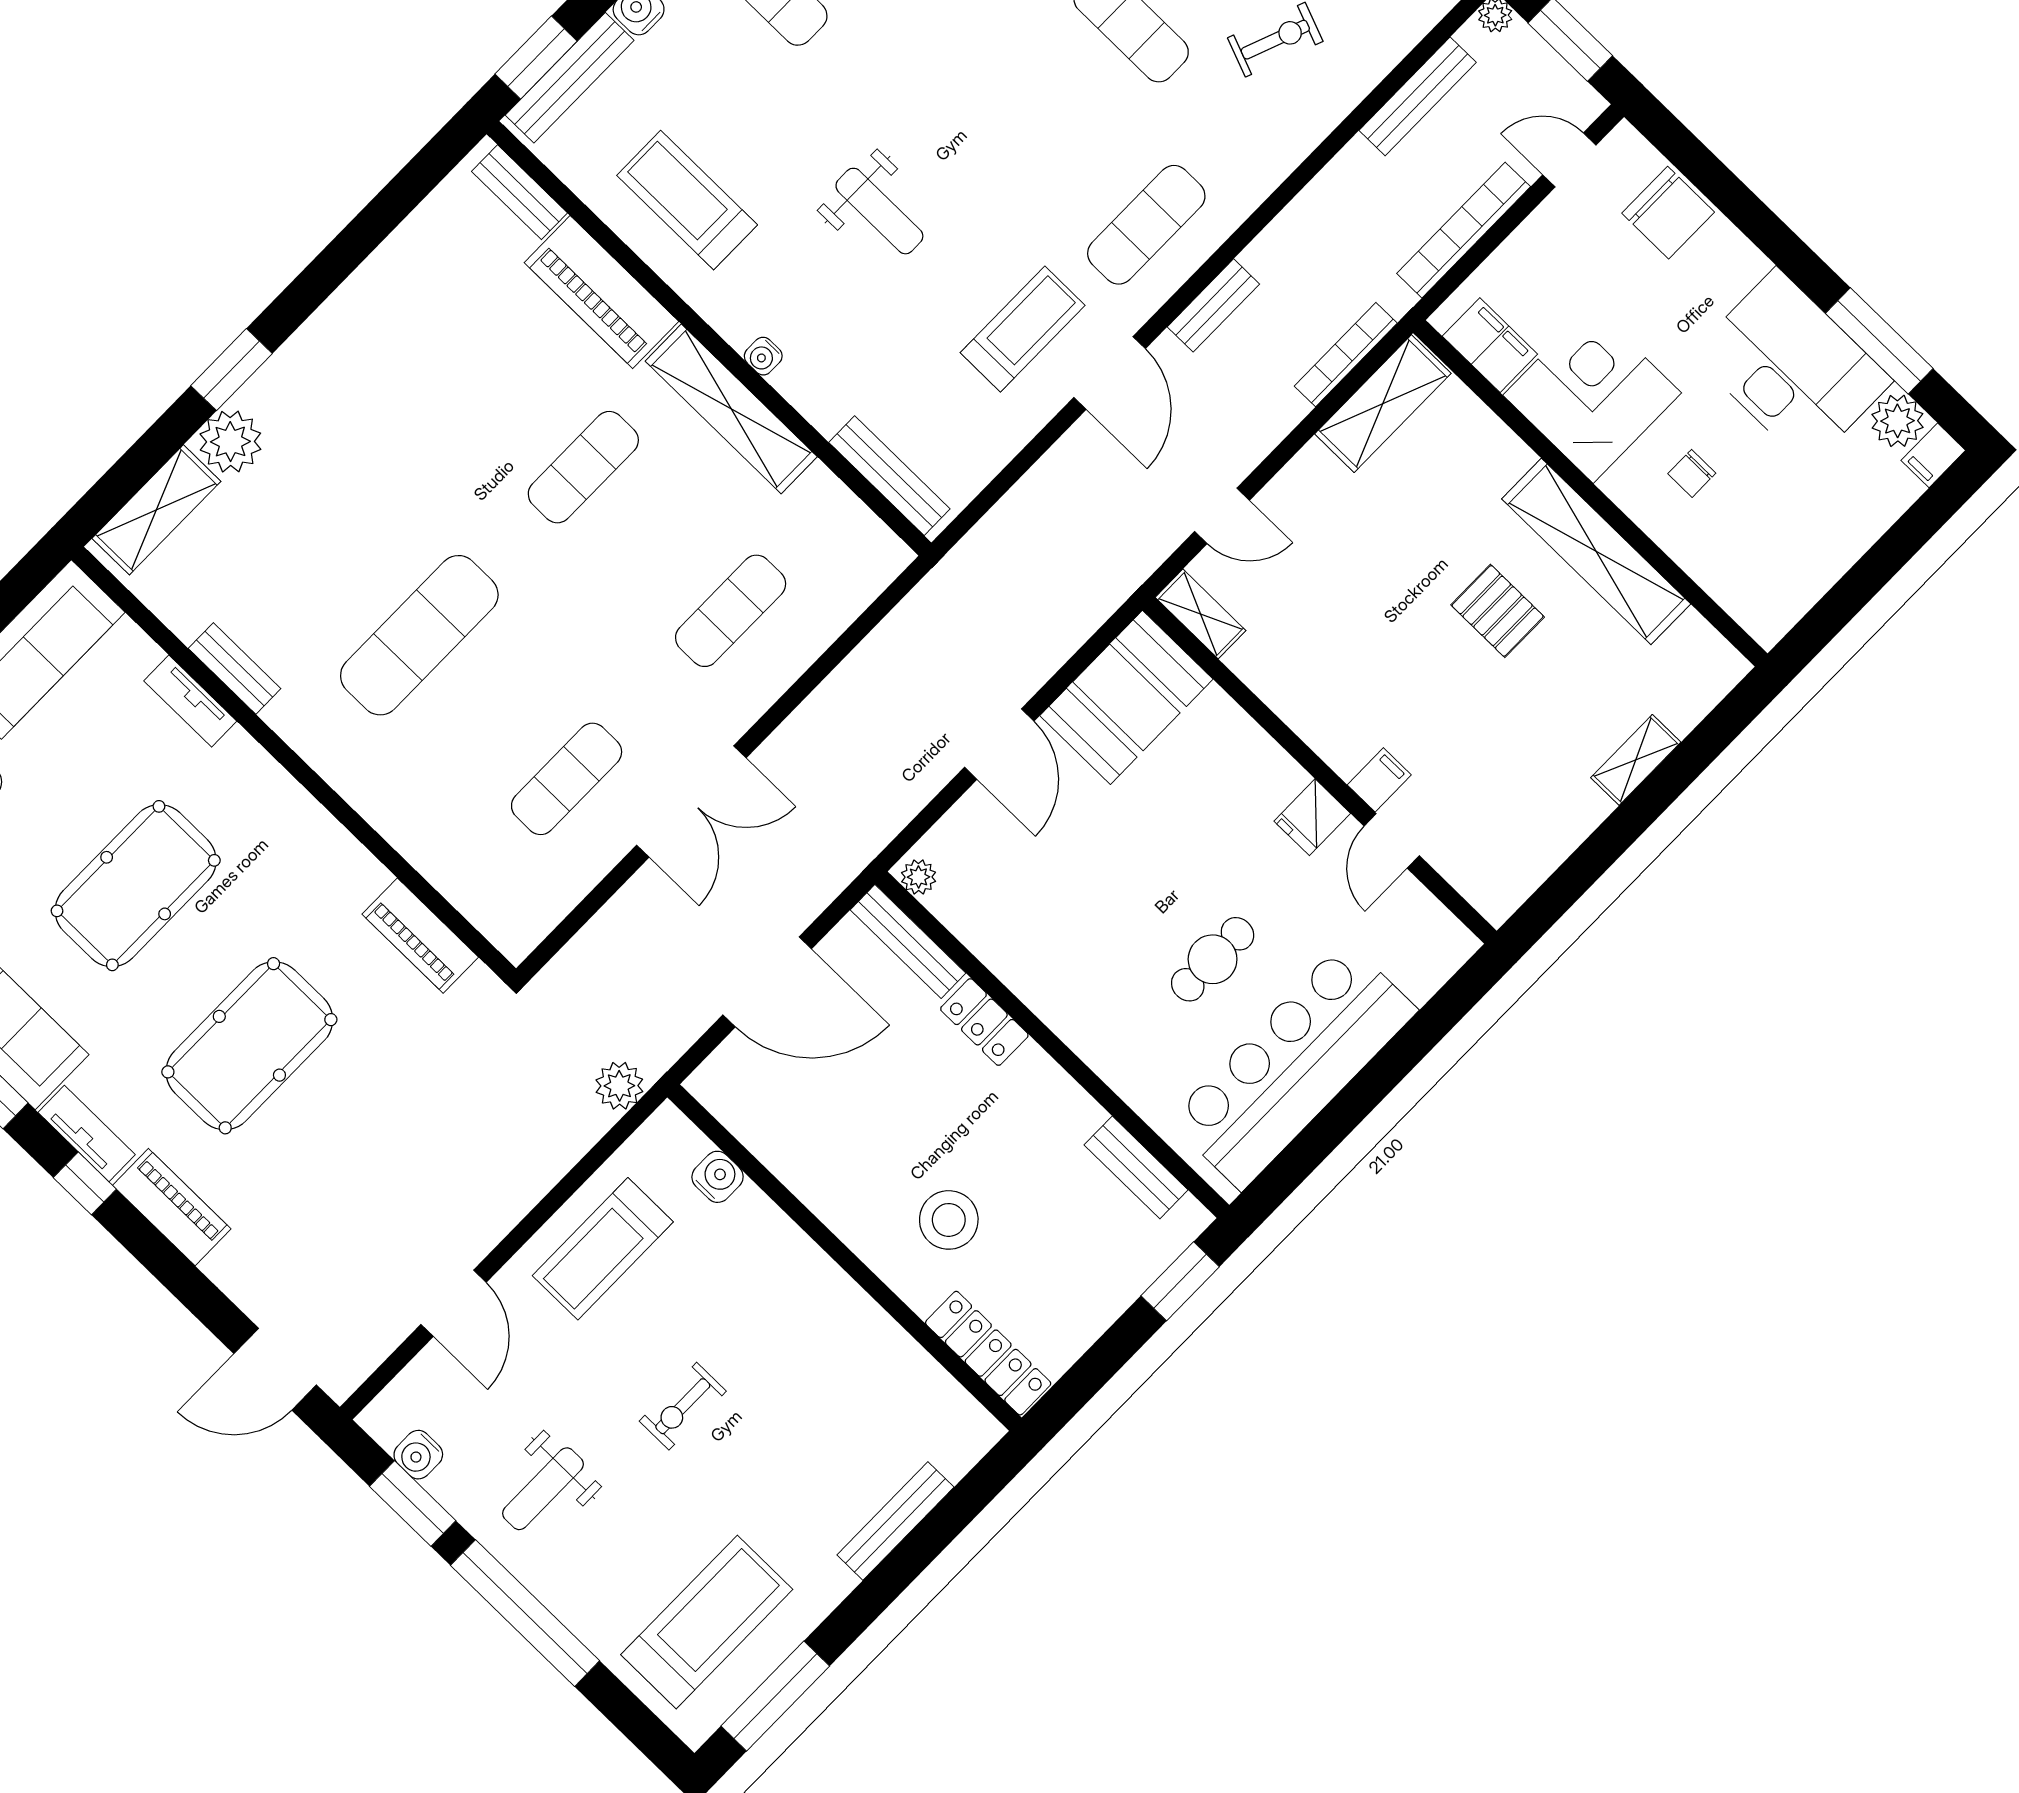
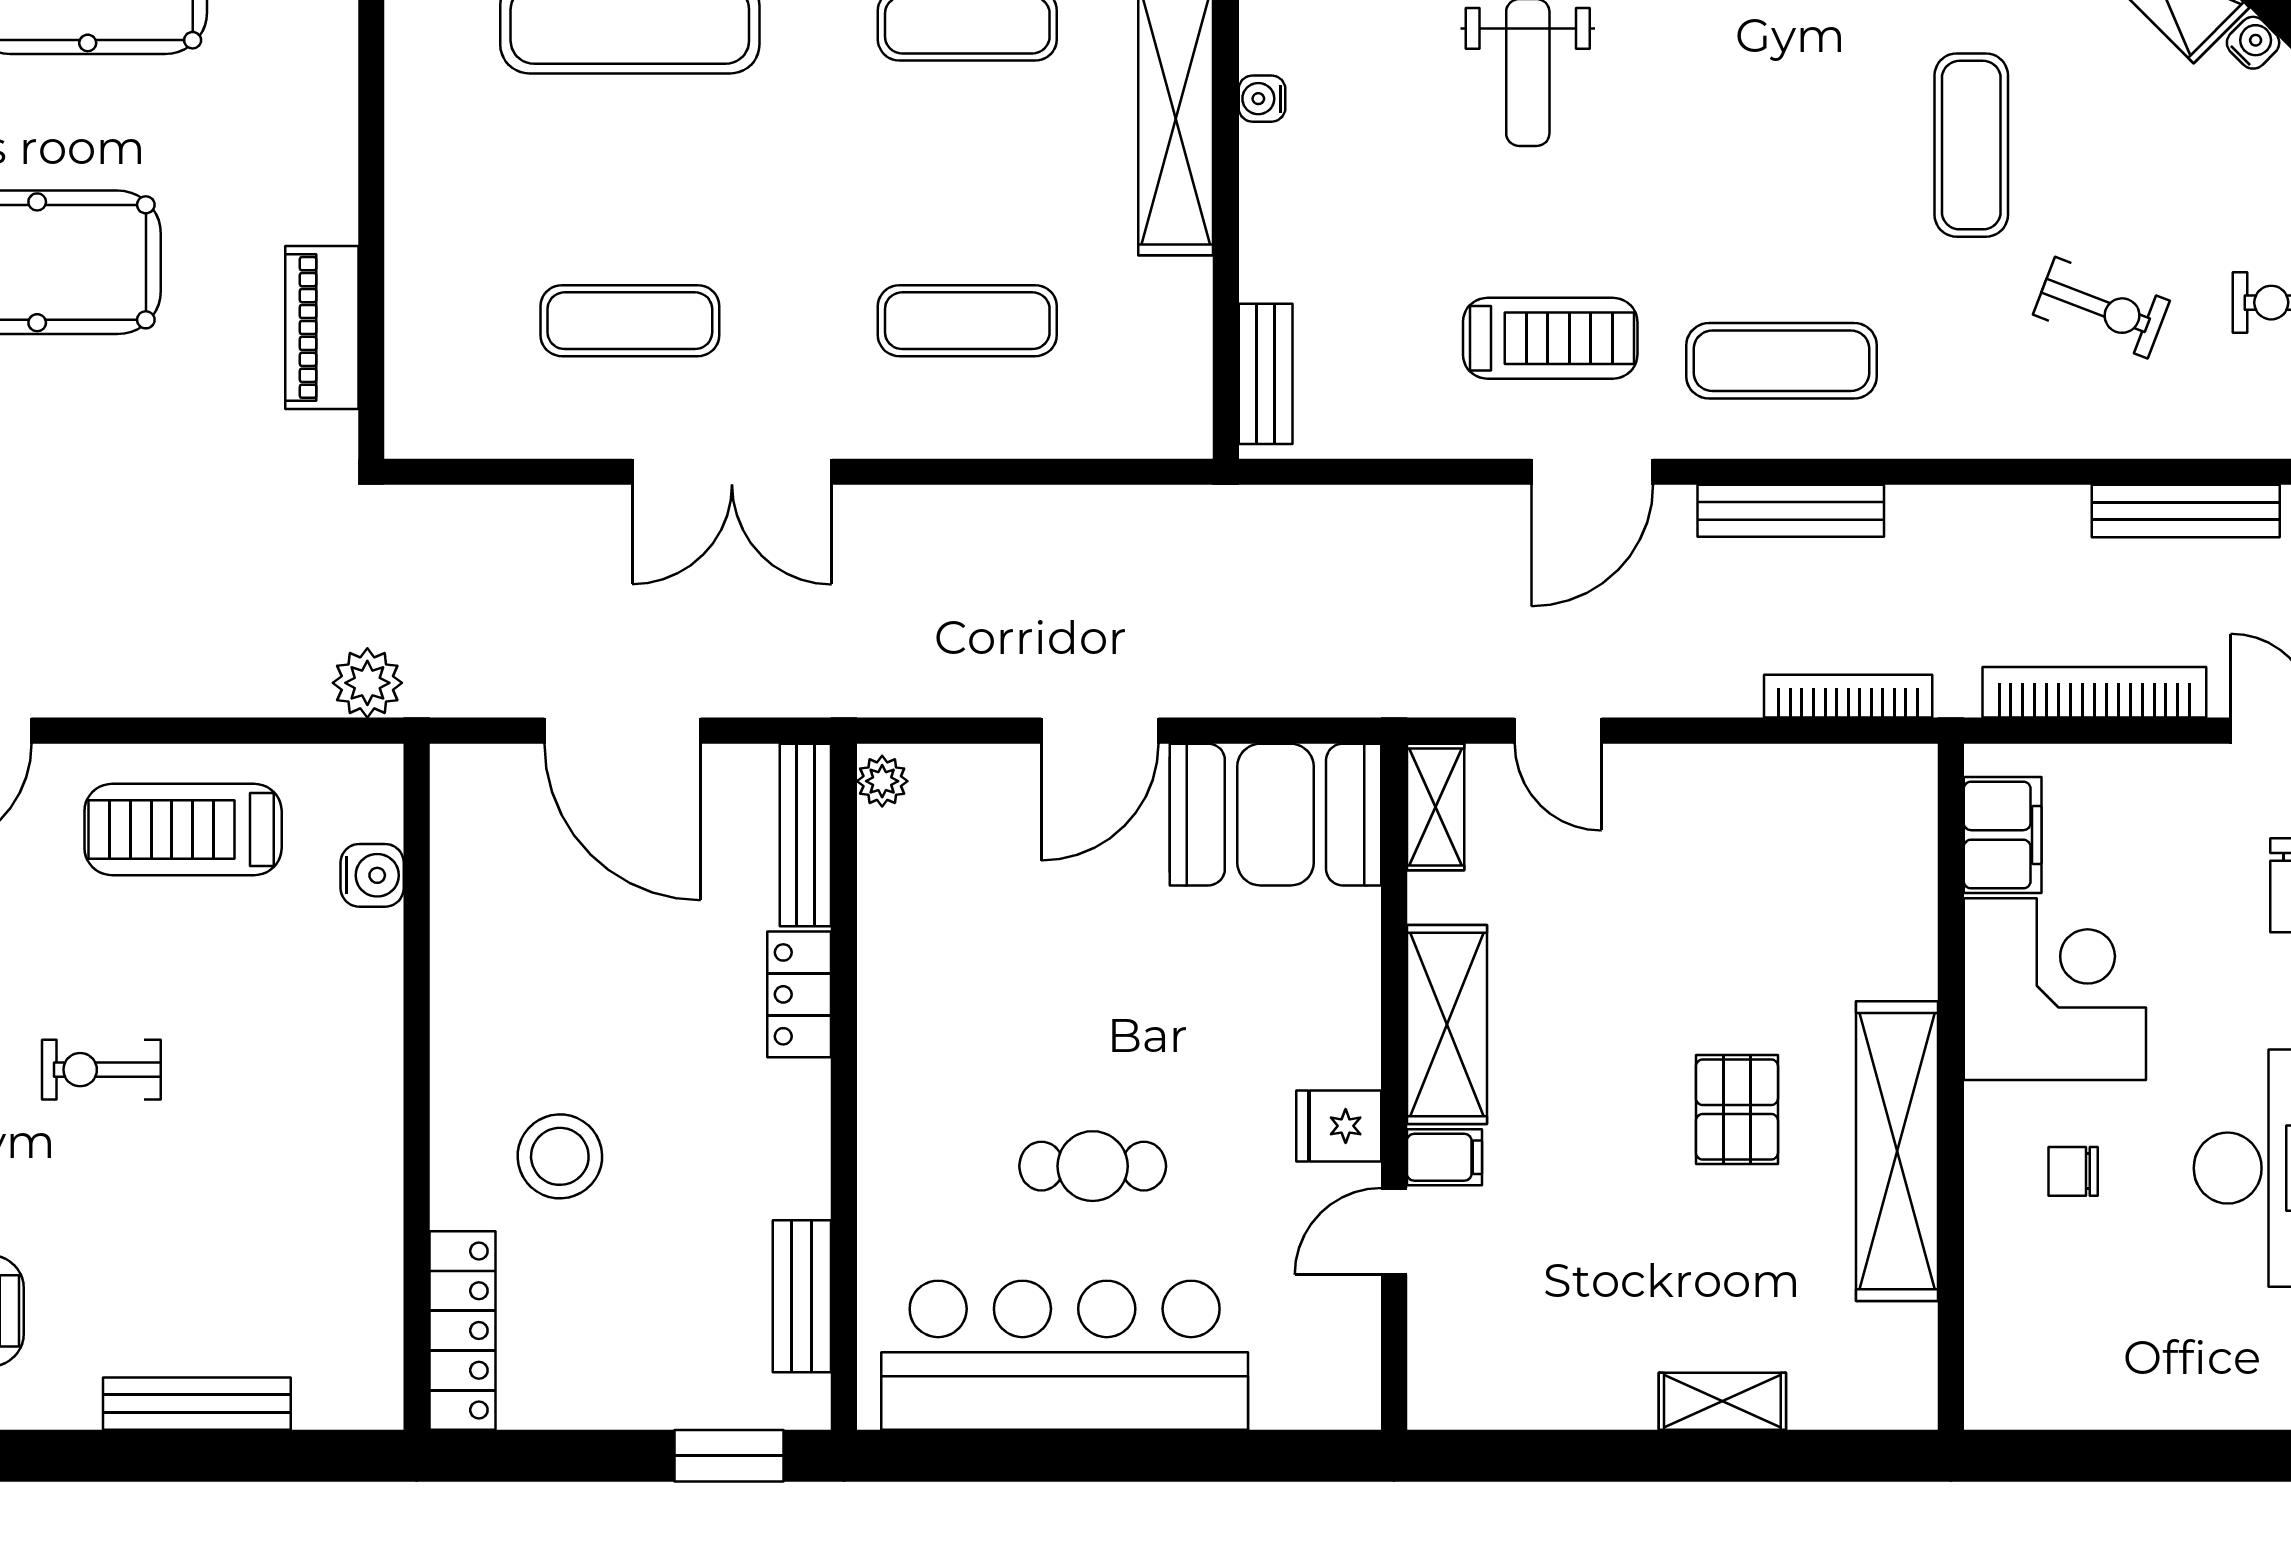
bench: (1213, 305) -> (1791, 511), width x1.36
shelving: (1383, 404) -> (1447, 1024), moved, turned 90
bench: (889, 476) -> (1266, 374), width x0.73

